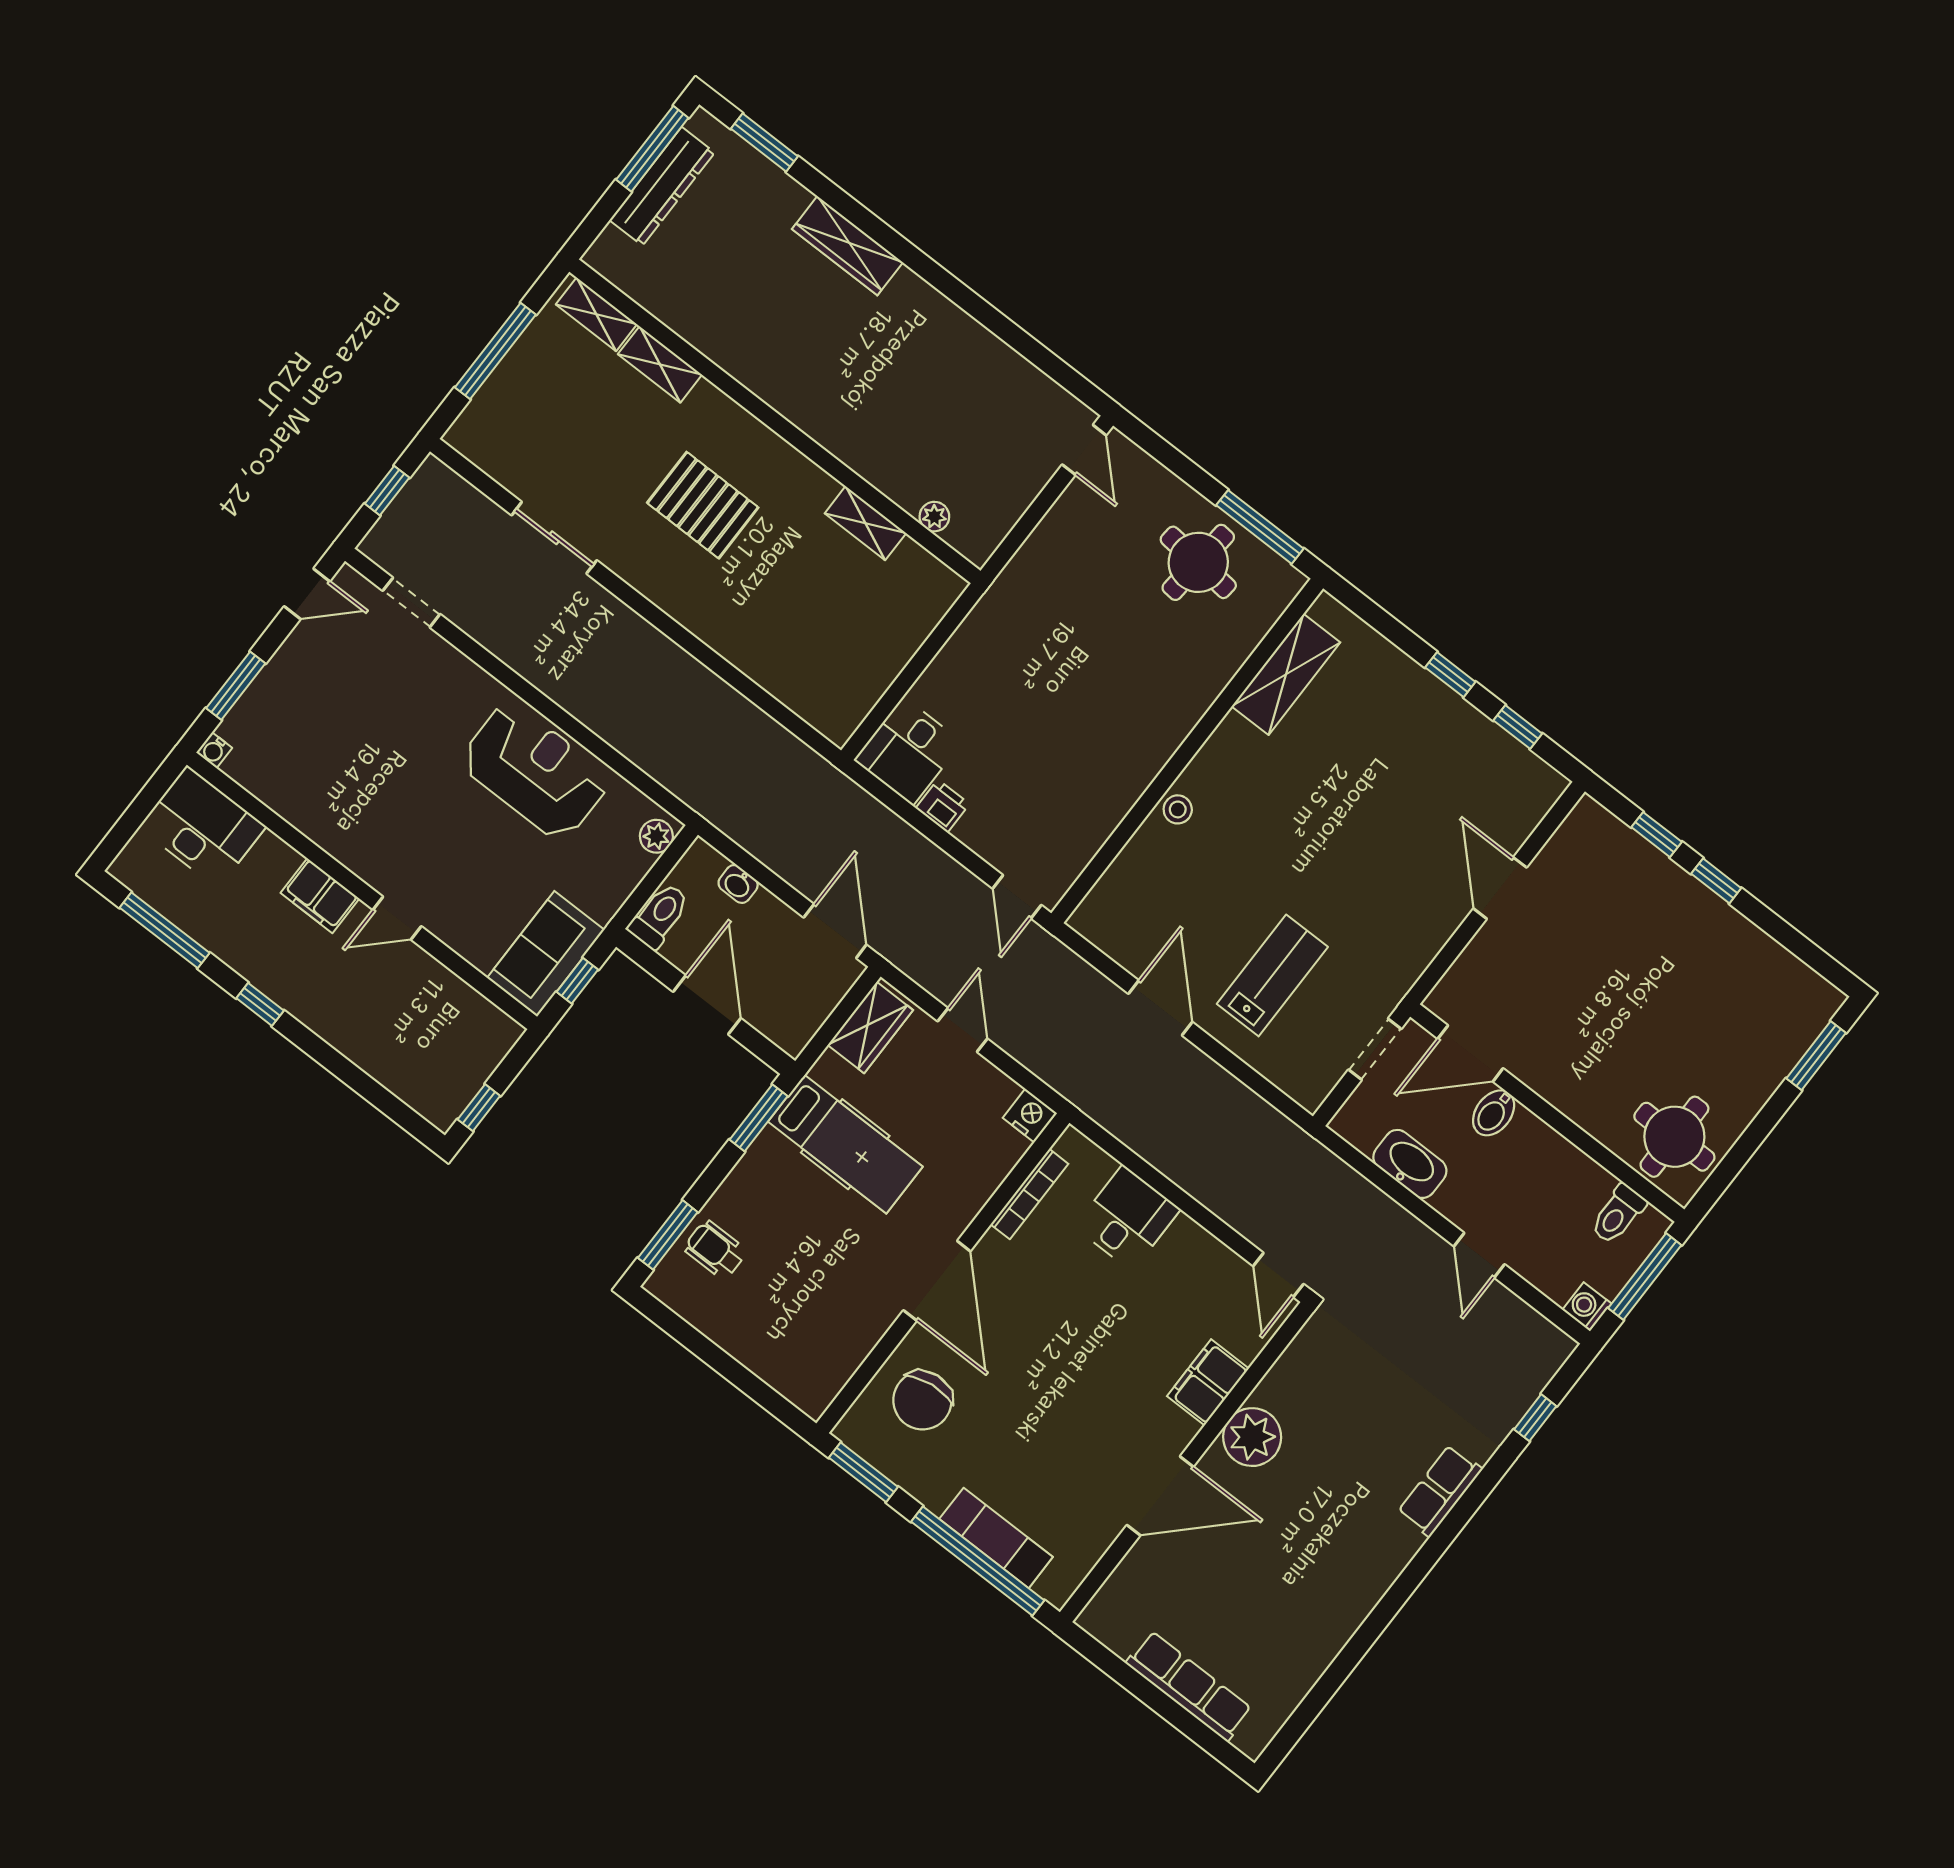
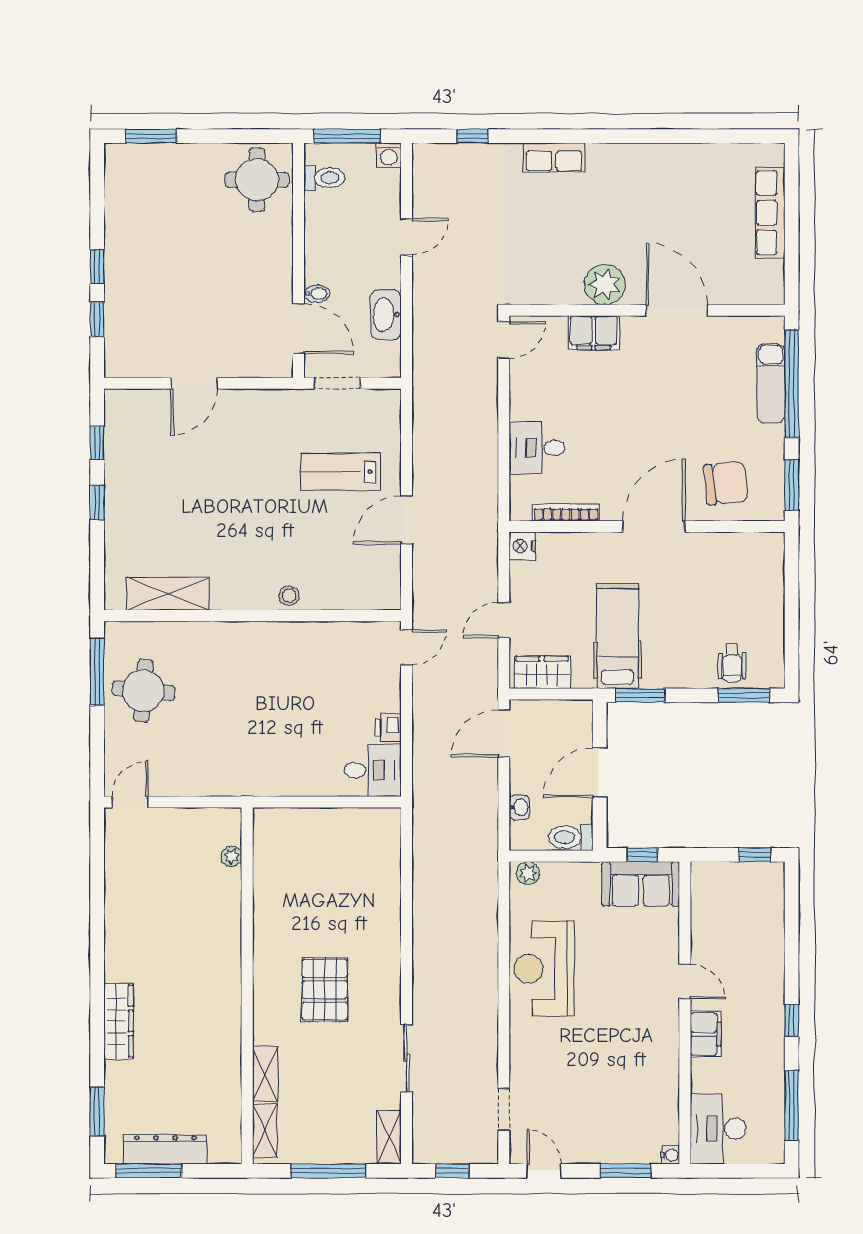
shelving: (865, 523) -> (389, 1137), moved
bidet: (1494, 1113) -> (317, 294), width x0.72, depth x0.74

